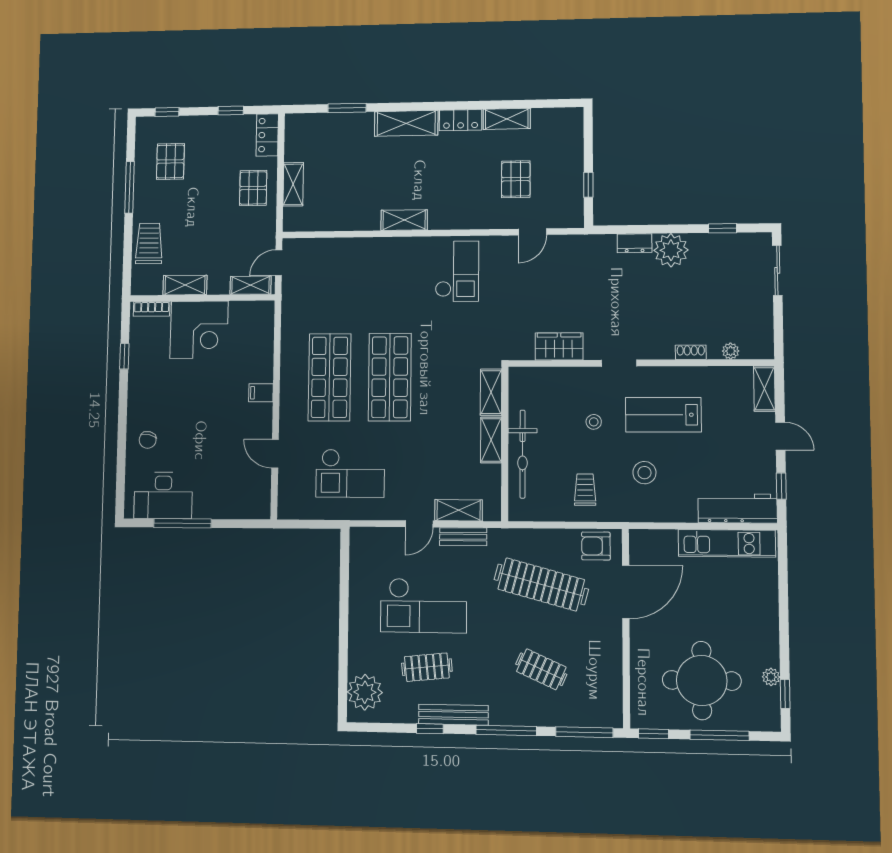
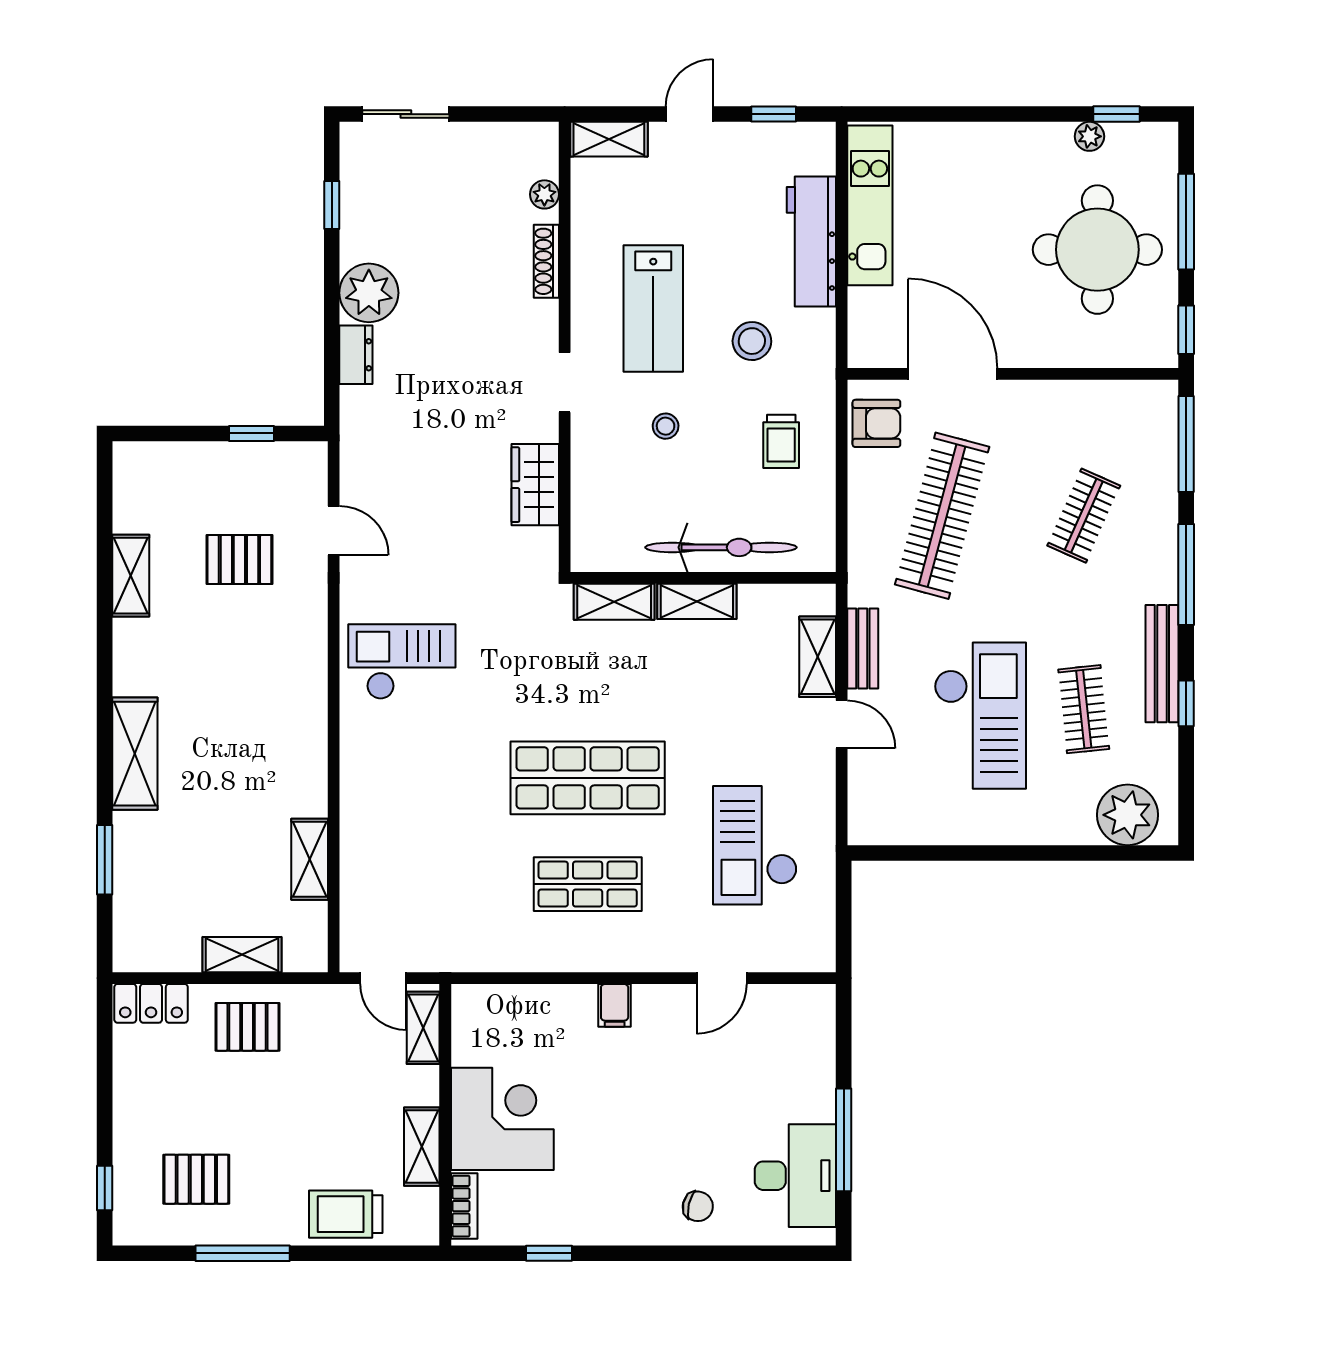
window: (231, 111) -> (105, 1071), removed
locker: (461, 120) -> (131, 657), removed
shelving: (404, 220) -> (310, 859), moved
shoe rack: (691, 352) -> (546, 261), width x1.43
shop shelf: (329, 377) -> (588, 884), width x0.70, depth x0.74
checkout: (350, 473) -> (755, 845), turned 180
trolley: (585, 490) -> (781, 441), turned -90
workbench: (737, 508) -> (811, 242), moved
armchair: (596, 546) -> (876, 423), turned -90

